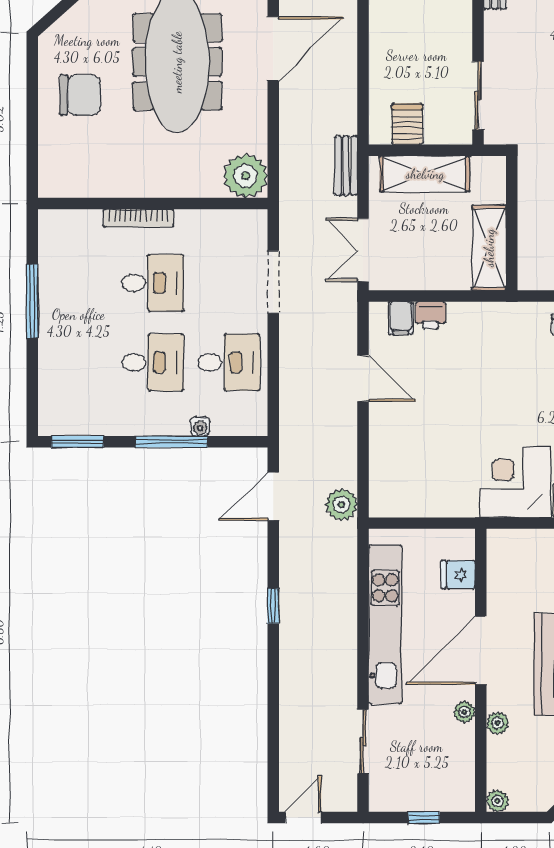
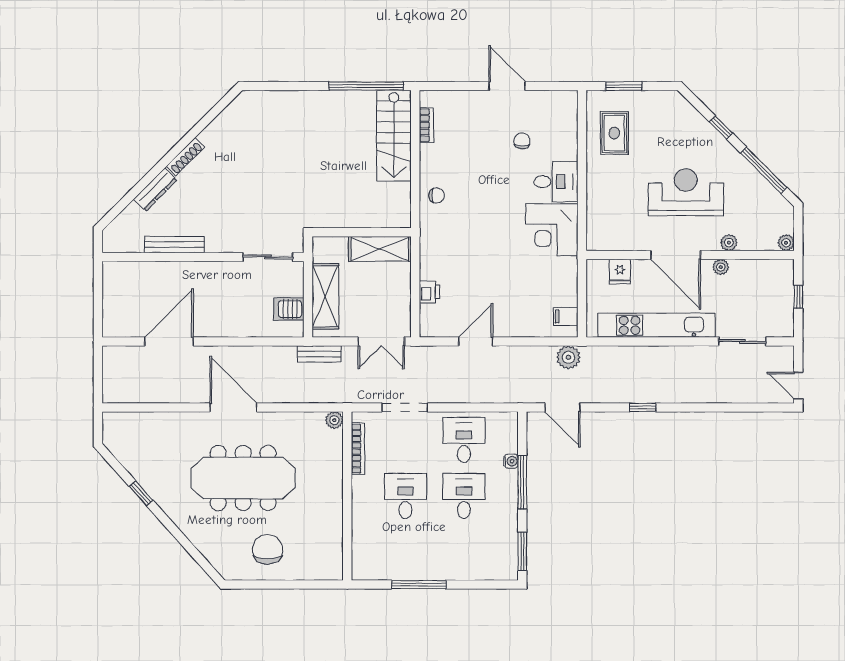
plant: (246, 176) -> (334, 420), width x0.53, depth x0.53
bookcase: (139, 218) -> (358, 449), moved
filing cabinet: (401, 318) -> (566, 316), moved, turned 180

